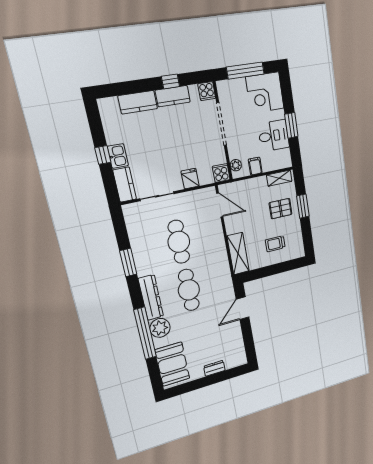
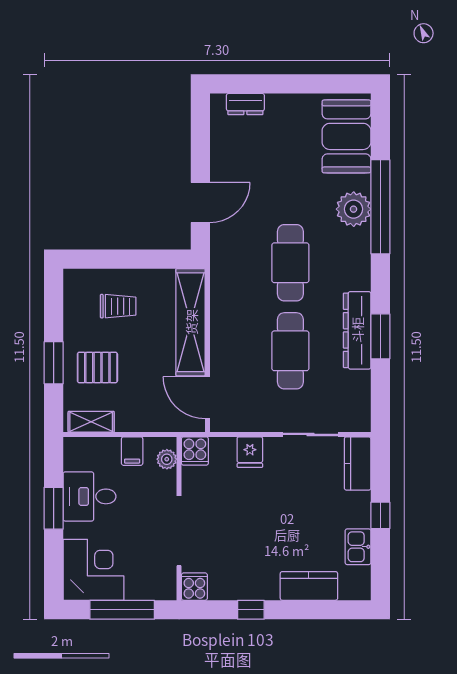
kitchen counter: (173, 96) -> (252, 587), removed
kitchen sink: (118, 156) -> (358, 547), moved
shelving: (238, 254) -> (191, 322), width x1.47
dresser: (151, 297) -> (357, 330), moved
dresser: (214, 368) -> (245, 104), moved

